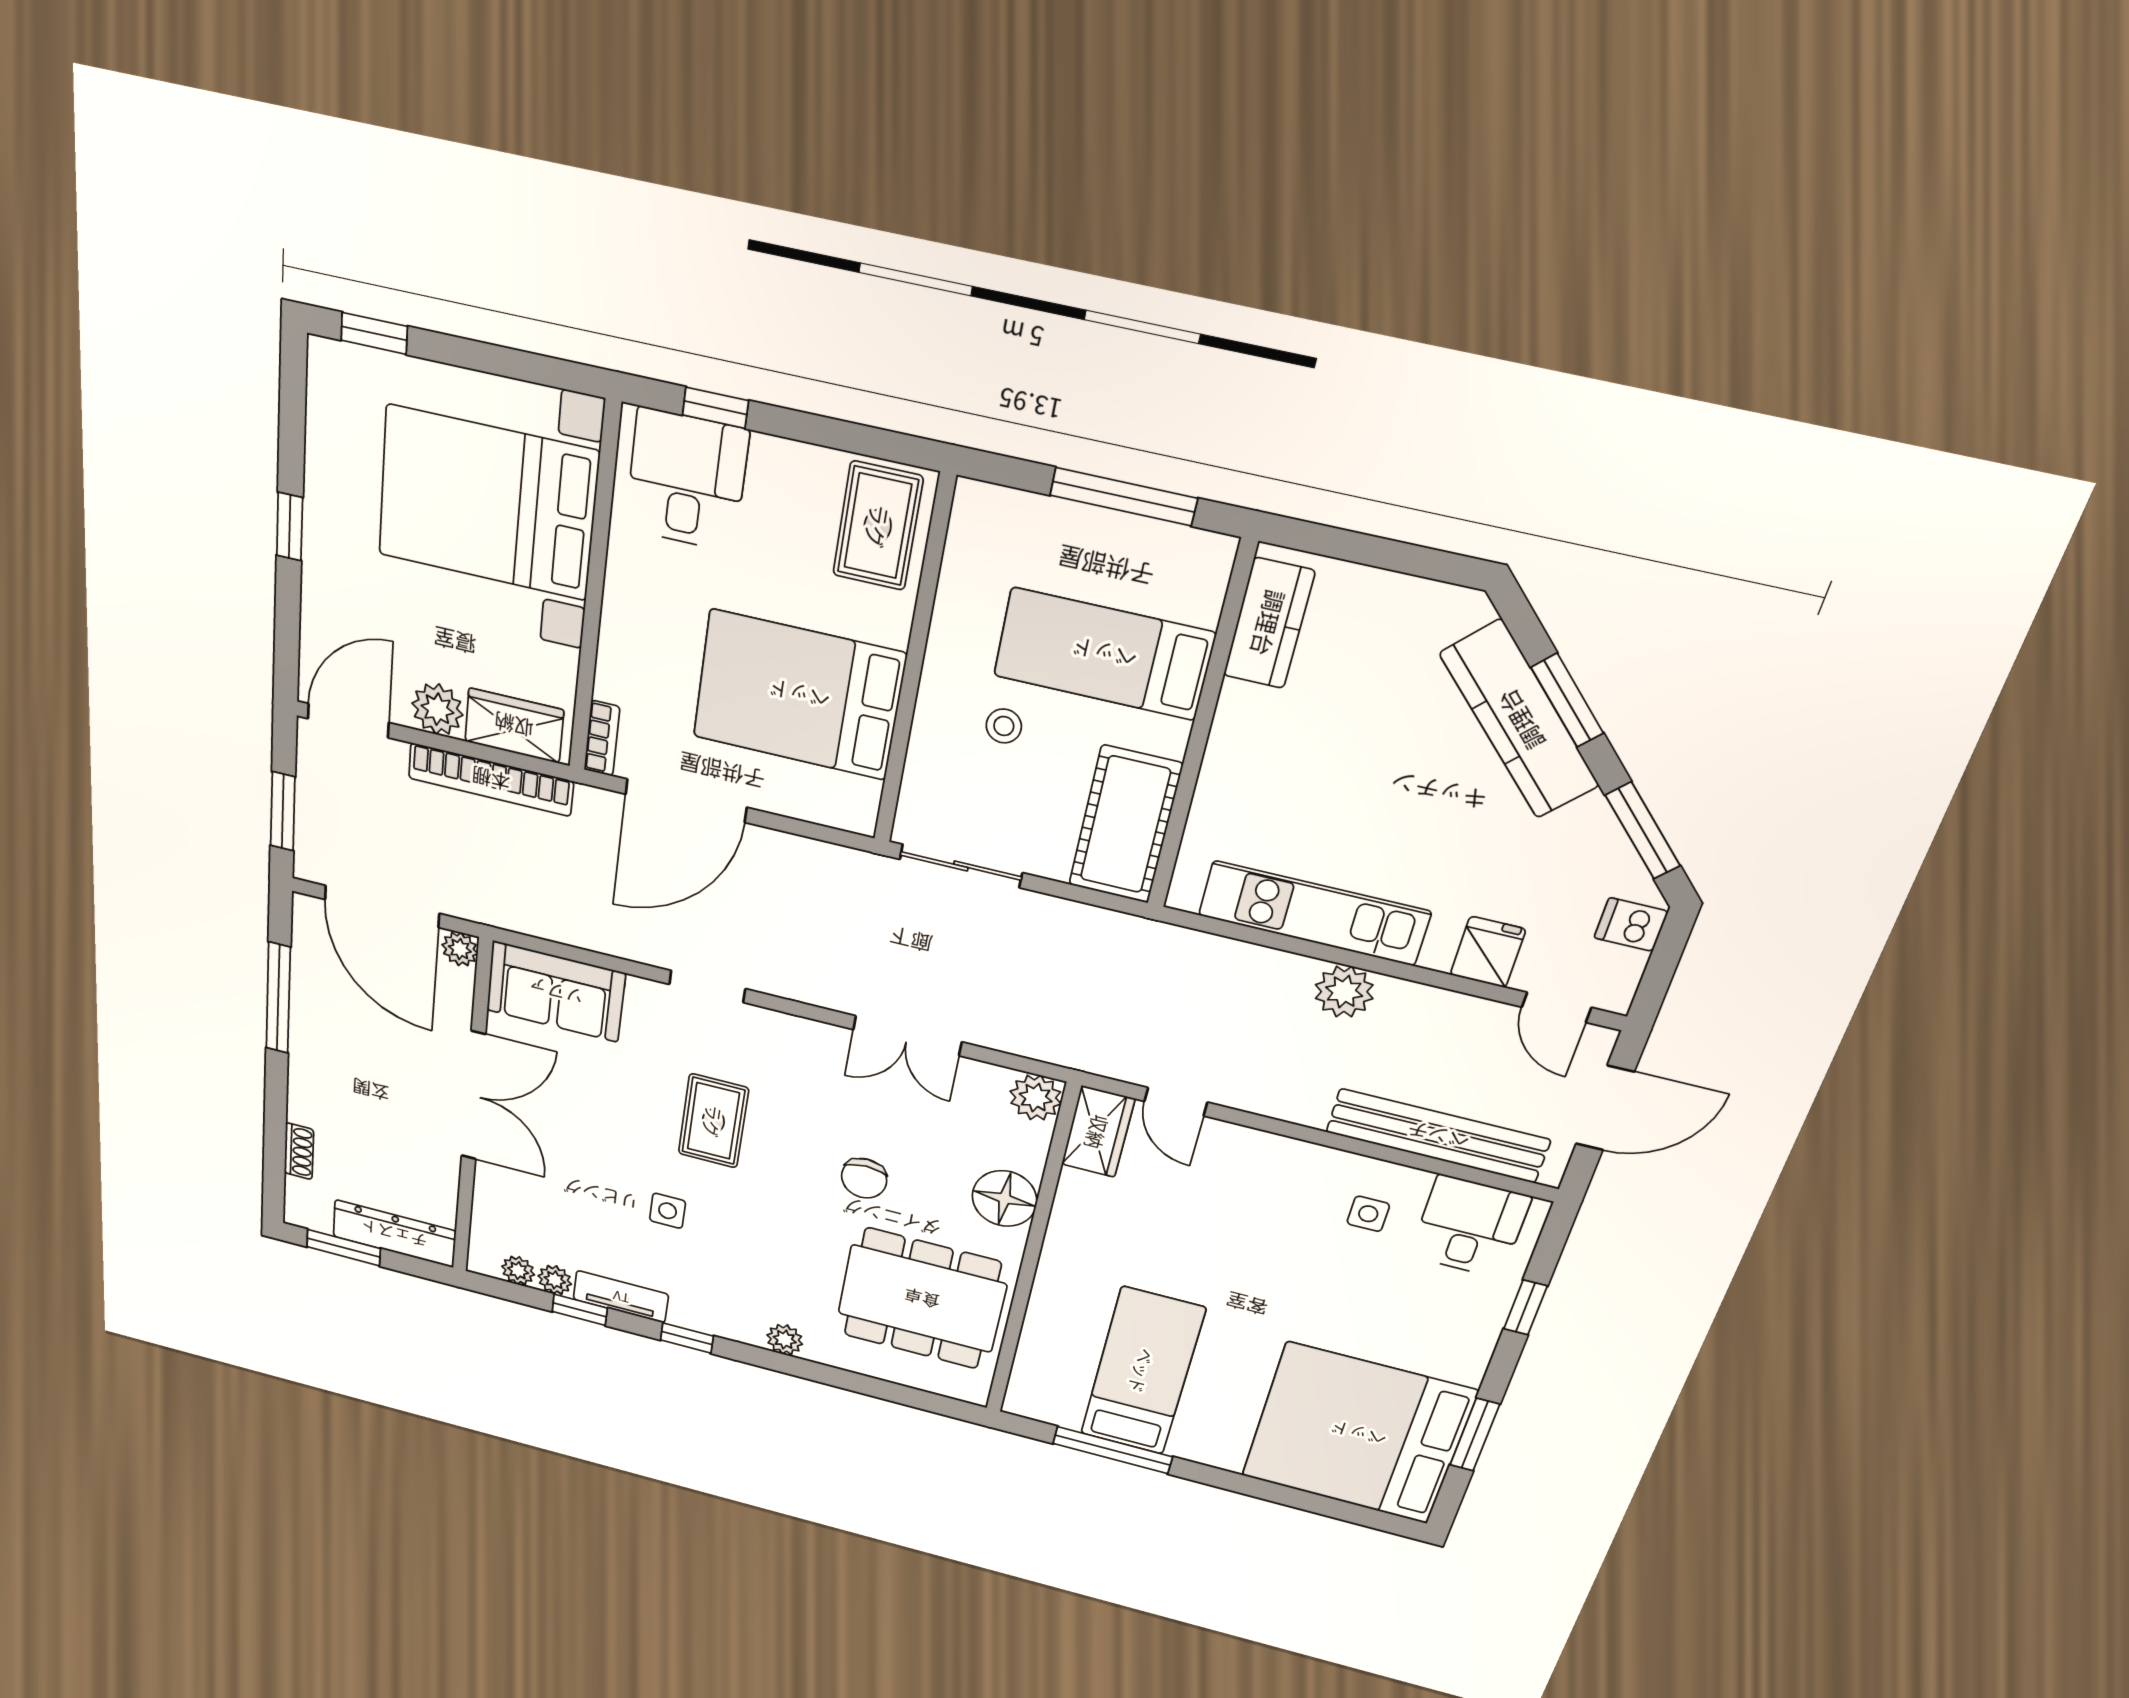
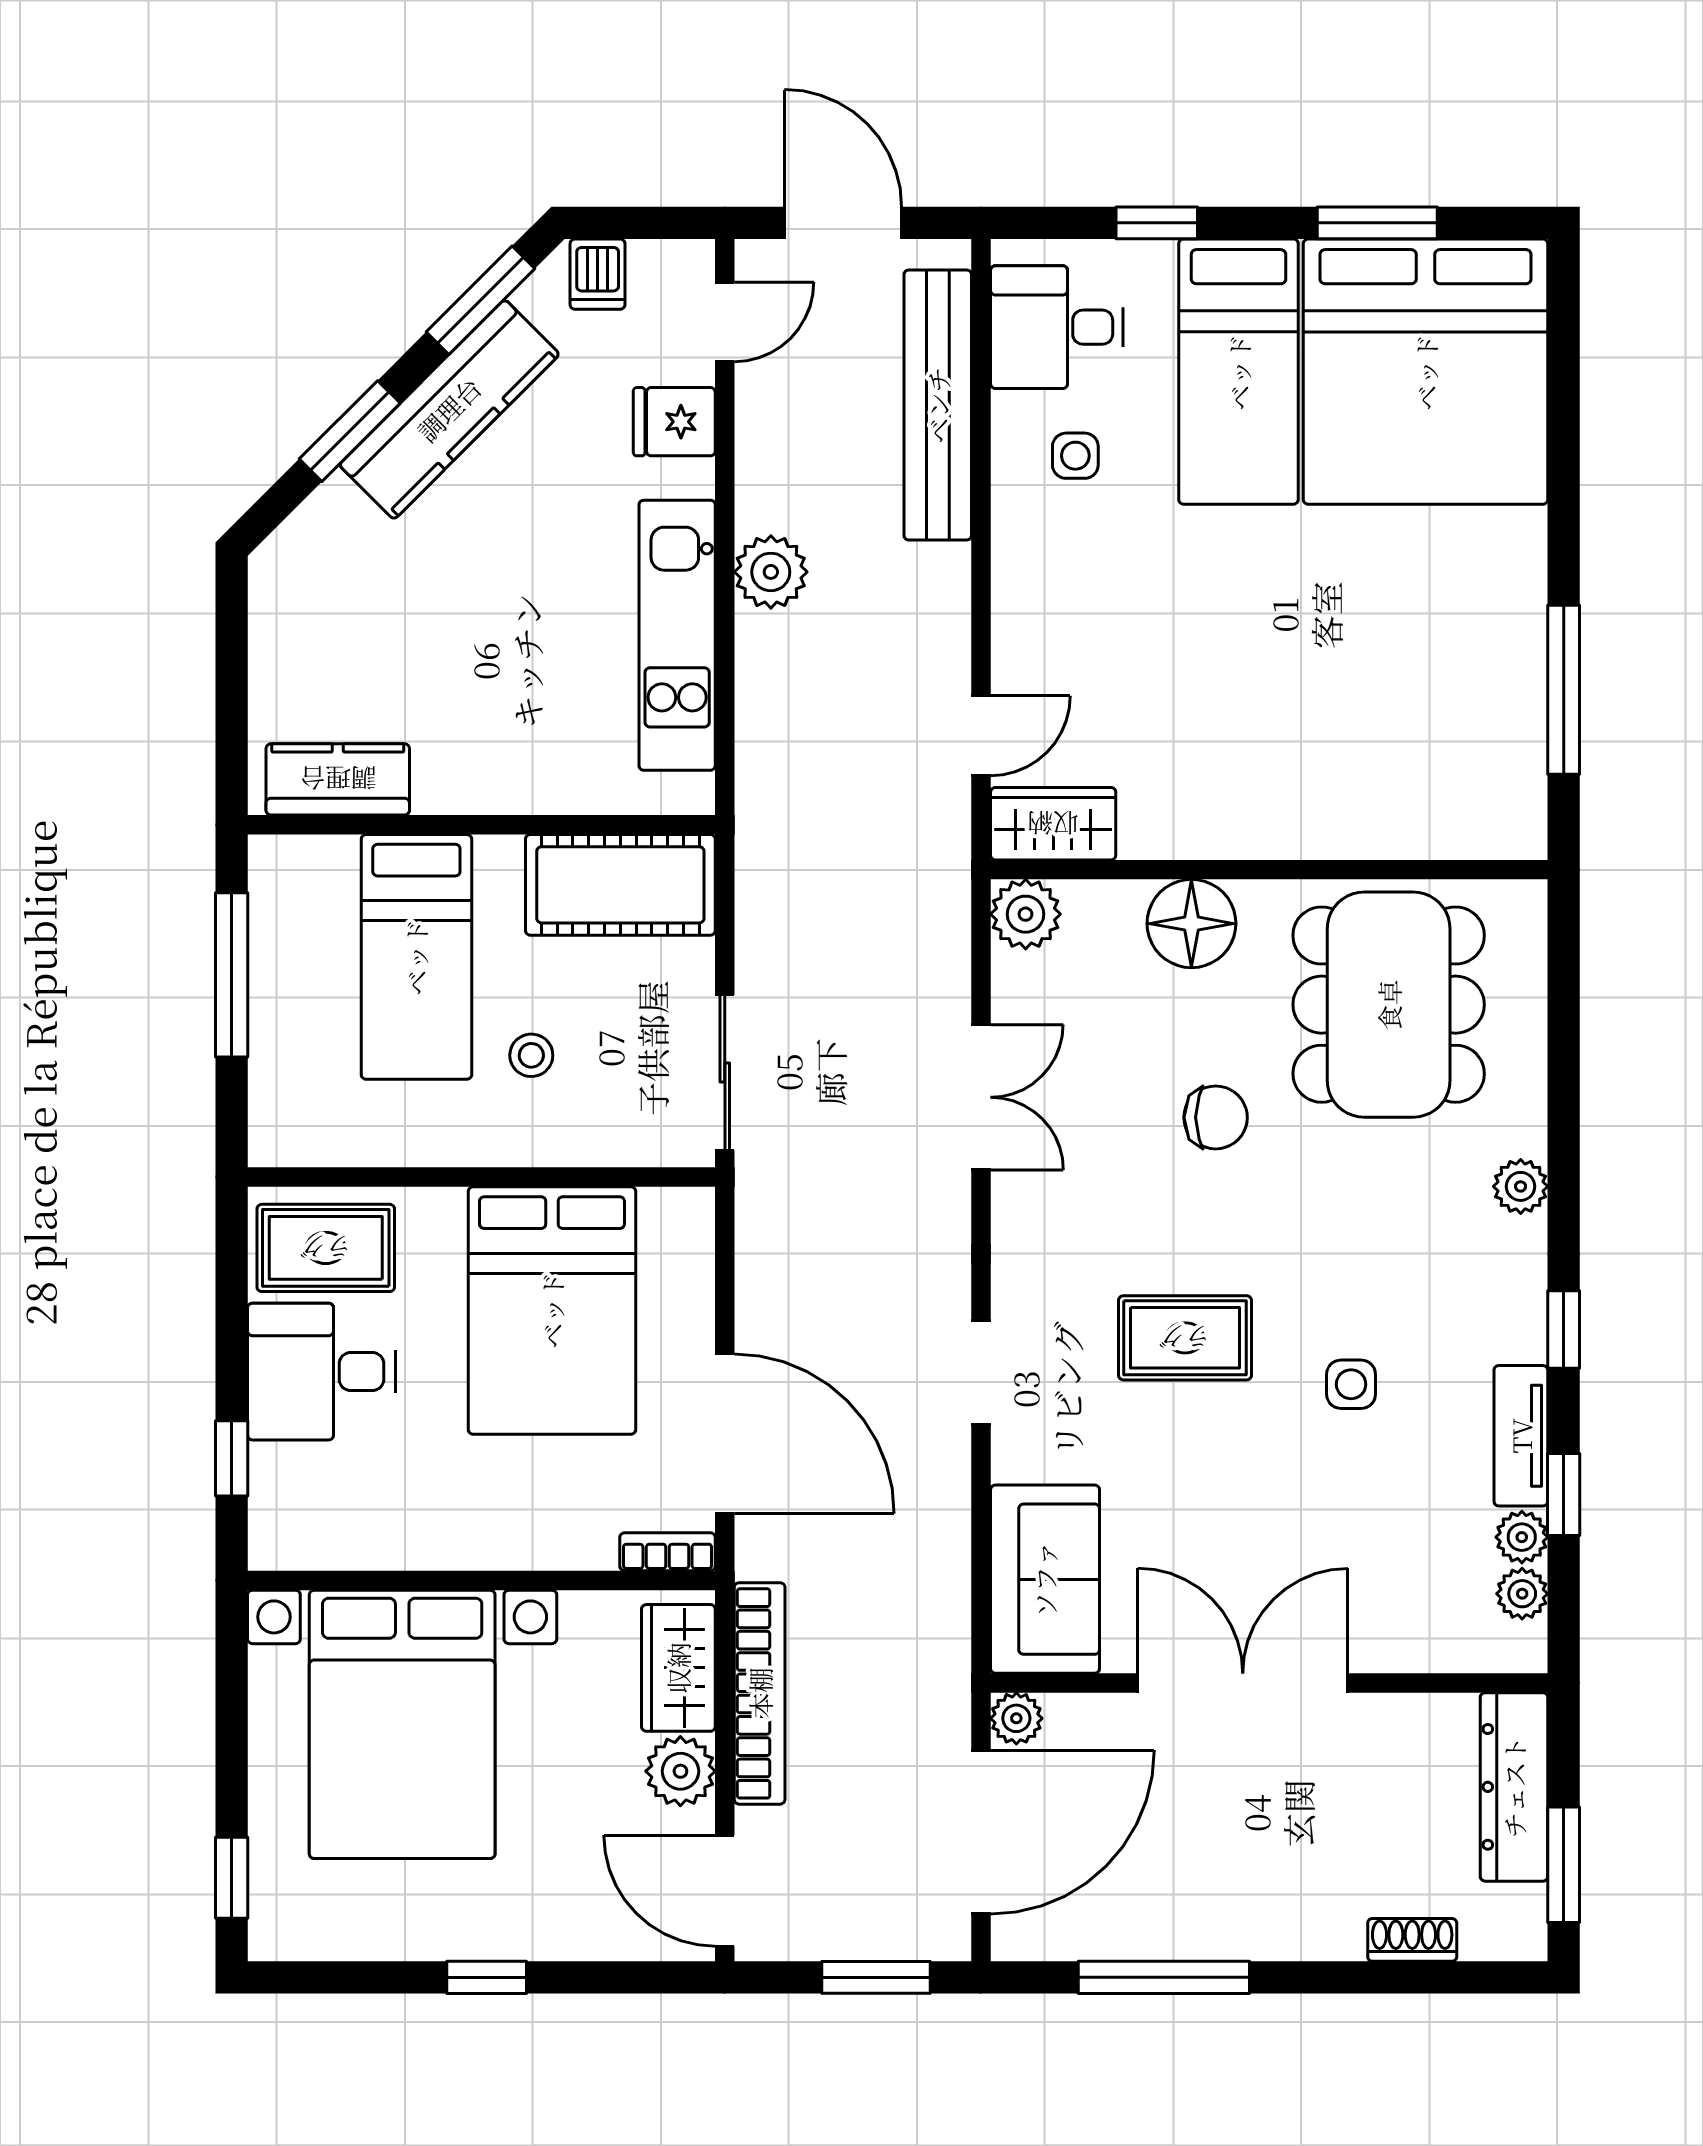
desk: (687, 480) -> (322, 1372), moved
kitchen counter: (1520, 720) -> (449, 409), moved
bed: (1142, 1371) -> (1239, 372), moved, turned -90

